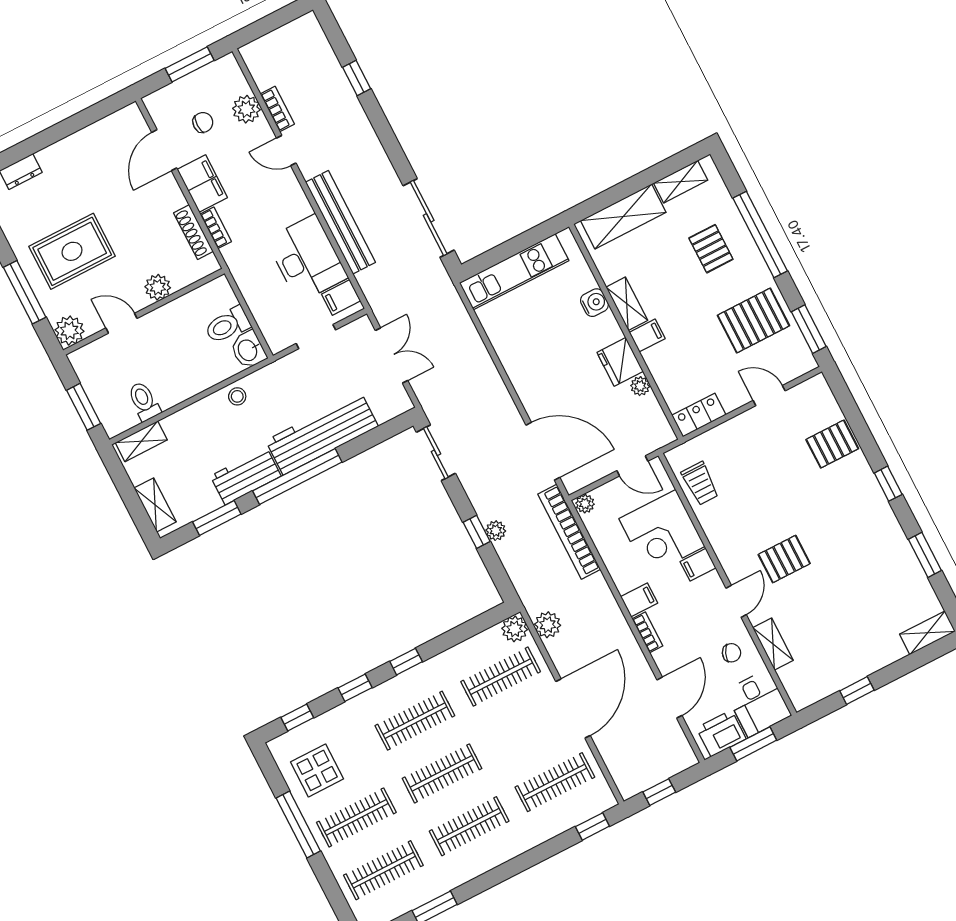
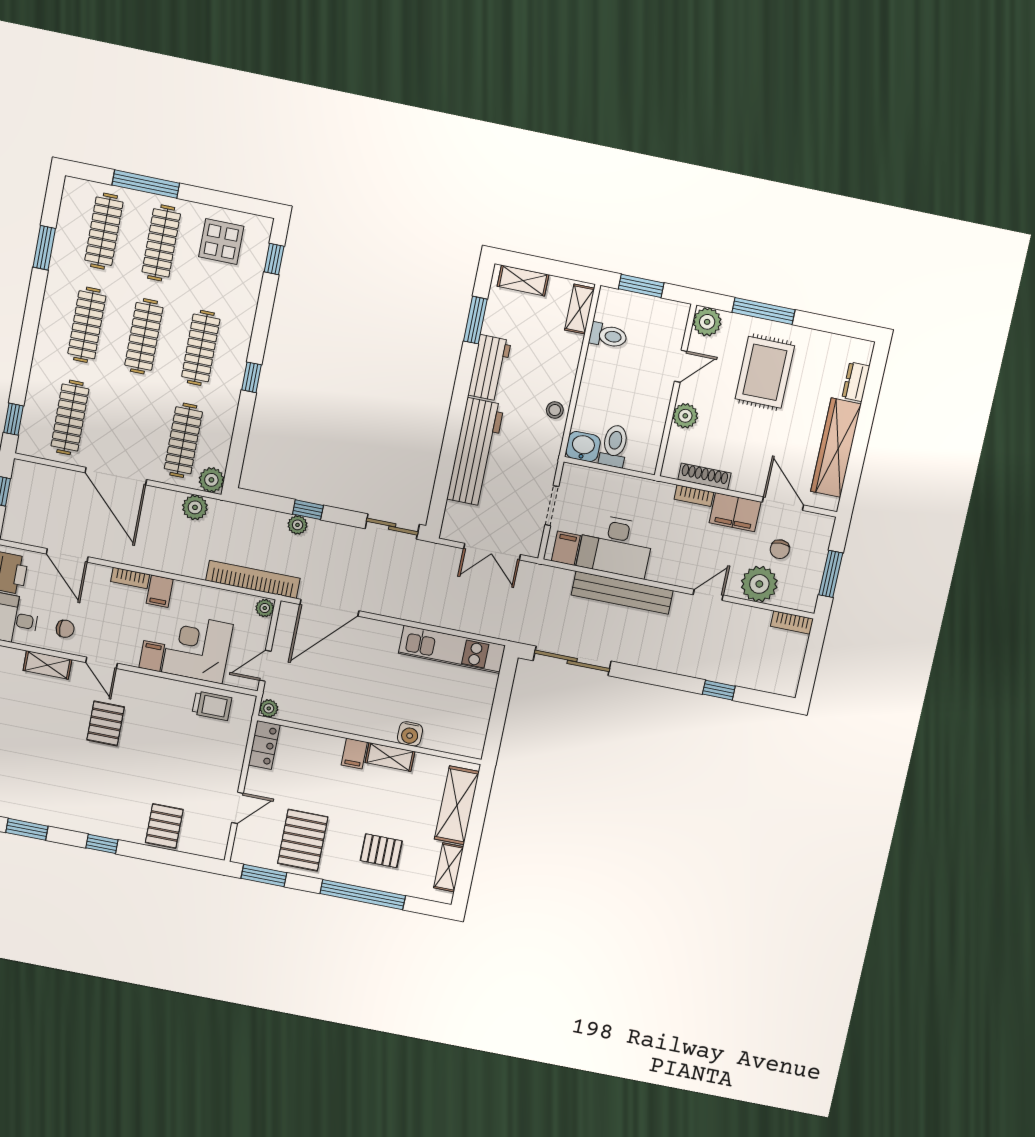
plant: (246, 109) -> (759, 584), width x1.36, depth x1.36
bookcase: (277, 109) -> (792, 622), moved
wardrobe: (86, 144) -> (836, 448), added
kitchen unit: (514, 272) -> (452, 649), moved, turned -90
fridge: (620, 362) -> (351, 718), removed
plant: (640, 386) -> (269, 708), moved
window: (297, 477) -> (458, 407), removed
trolley: (700, 483) -> (212, 706), turned 180
chair: (731, 653) -> (65, 629), turned -113
window: (355, 688) -> (262, 322), removed
window: (298, 825) -> (146, 184), moved

